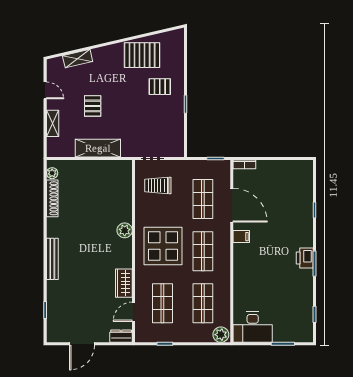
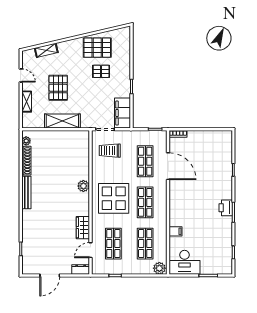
pallet: (160, 87) -> (101, 71), moved
pallet: (93, 106) -> (58, 88), width x1.50, depth x1.42
filing cabinet: (174, 138) -> (123, 113), added
filing cabinet: (241, 237) -> (176, 231), moved
bench: (52, 259) -> (26, 193), moved

